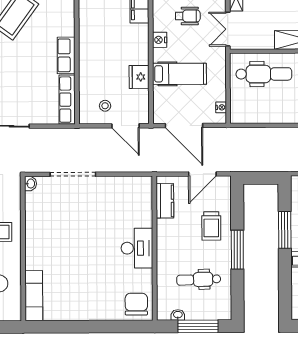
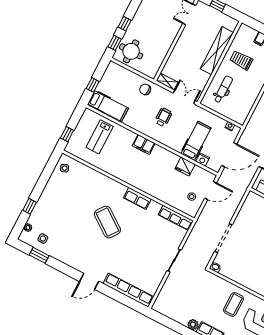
double door: (228, 29) -> (184, 97), swing flipped
nightstand: (160, 40) -> (203, 160), moved
row of seats: (66, 55) -> (137, 198), moved
dental chair: (264, 74) -> (223, 89), width x0.73, depth x0.72

